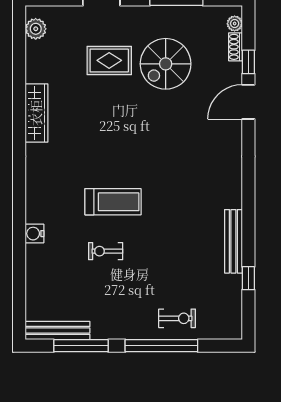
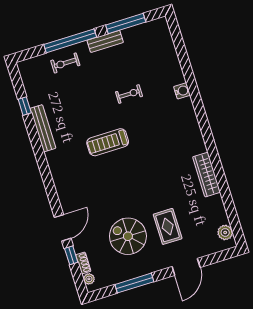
rug: (109, 60) -> (168, 226), turned 90
spiral stairs: (166, 64) -> (128, 236), turned -90
treadmill: (113, 202) -> (108, 142), moved
bench: (58, 330) -> (105, 41), moved, width x0.73

